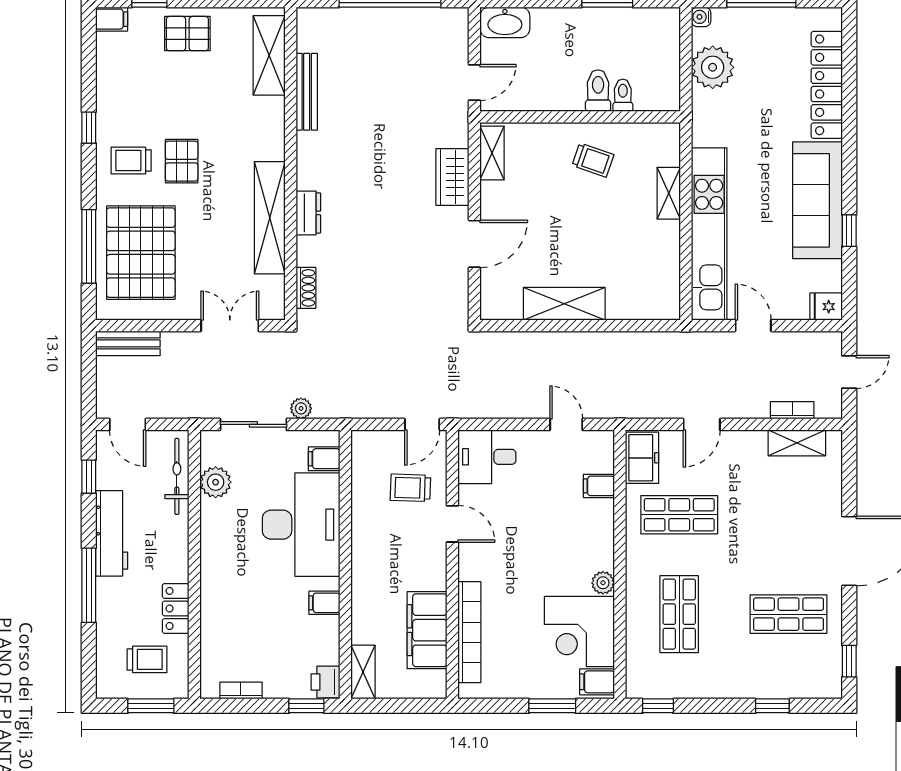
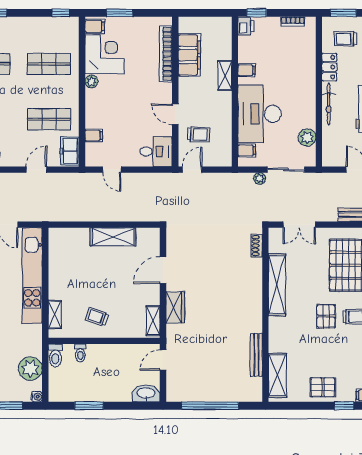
toilet: (598, 91) -> (55, 355), moved
shelving: (669, 193) -> (55, 315), moved
dresser: (308, 213) -> (256, 287), removed
bicycle: (177, 476) -> (329, 104), moved
shop shelf: (679, 614) -> (49, 64), turned 90
shelving: (363, 672) -> (225, 75), moved

